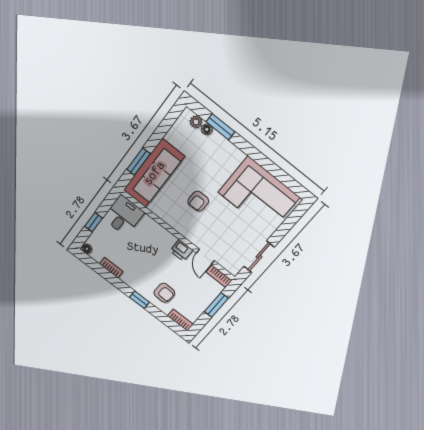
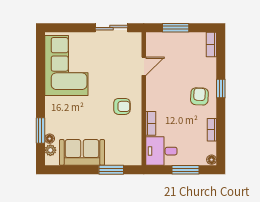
sofa: (154, 173) -> (82, 152), moved, width x0.73
armchair: (198, 201) -> (122, 106), moved
window: (94, 222) -> (185, 170), width x1.50
printer: (181, 250) -> (154, 88), removed
bookcase: (219, 276) -> (151, 123), moved
armchair: (164, 293) -> (199, 96), moved

